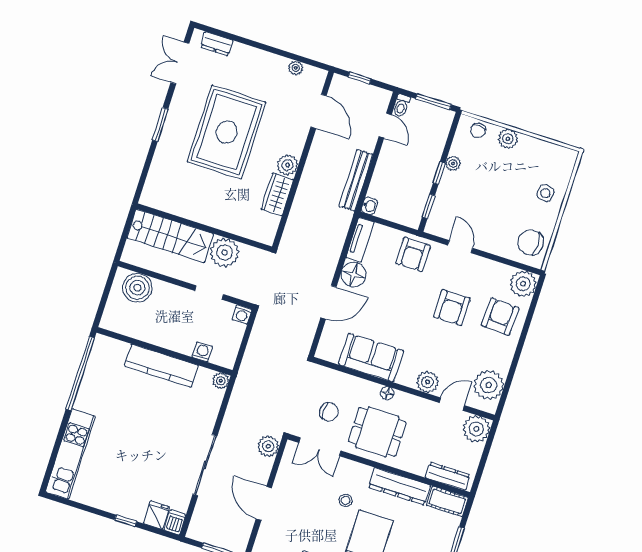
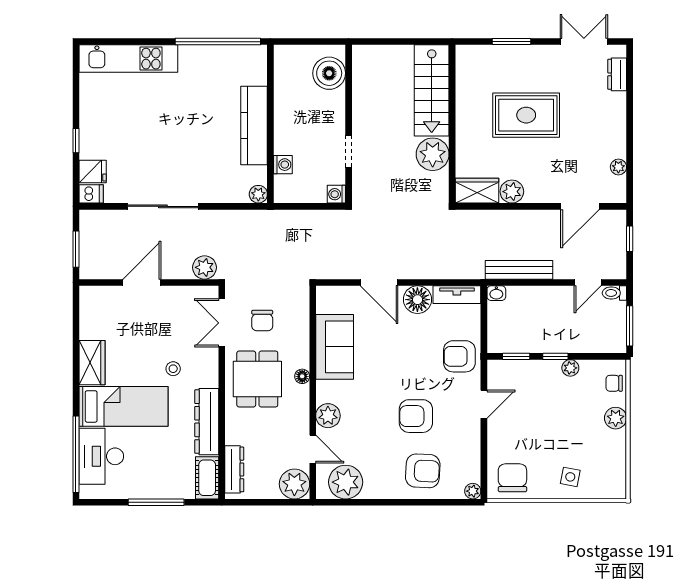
rug: (227, 132) -> (526, 115), width x0.73, depth x0.69
wall: (204, 228) -> (452, 124), moved
stairs: (170, 236) -> (432, 90), moved
plant: (225, 253) -> (433, 154), moved
plant: (523, 284) -> (473, 491), width x0.53, depth x0.53

